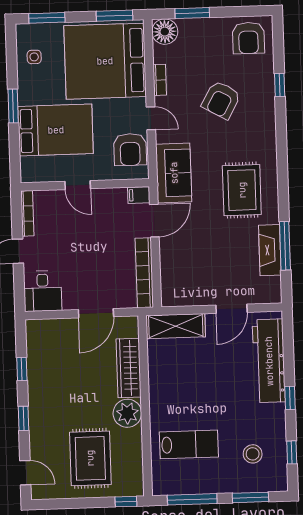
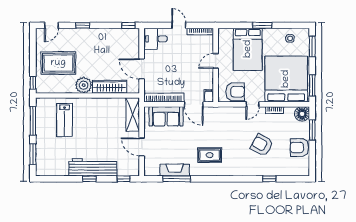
armchair: (248, 38) -> (299, 147), moved
armchair: (130, 149) -> (235, 92), turned 180
sofa: (174, 173) -> (166, 116), moved
rug: (242, 190) -> (210, 155), width x0.73, depth x0.70
workbench: (269, 361) -> (93, 167), moved
window: (22, 369) -> (128, 25), moved
window: (292, 452) -> (124, 179), moved
stool: (253, 454) -> (58, 156), removed

